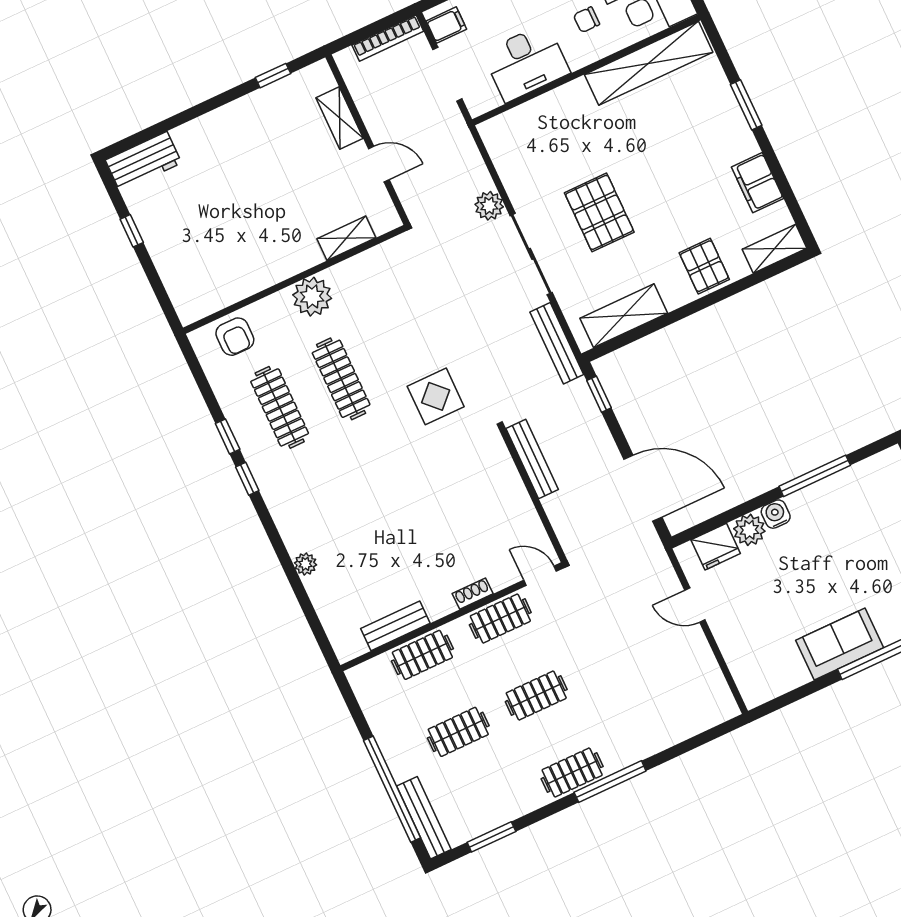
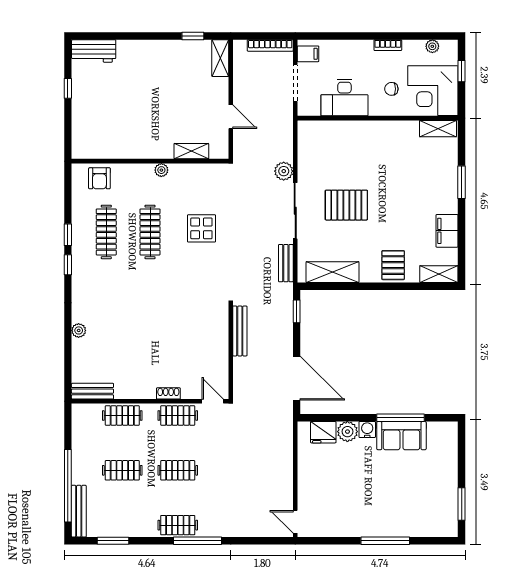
shelving: (649, 63) -> (438, 129), width x0.45, depth x0.75
shelving: (340, 118) -> (220, 58), moved
pallet: (599, 212) -> (346, 205), turned 90
plant: (312, 297) -> (161, 170), width x0.53, depth x0.53
bench: (557, 343) -> (286, 263), width x0.73
display table: (436, 396) -> (201, 228), moved
door: (695, 605) -> (295, 522), moved
bench: (395, 626) -> (92, 391), moved
sofa: (840, 644) -> (401, 436), moved, turned 180

